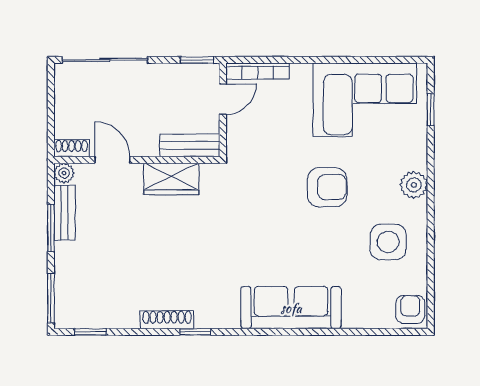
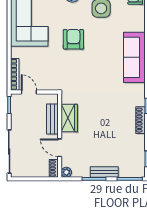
bench: (190, 145) -> (52, 119), moved
door: (112, 160) -> (60, 148), hinge flipped
bench: (64, 213) -> (104, 172), moved

